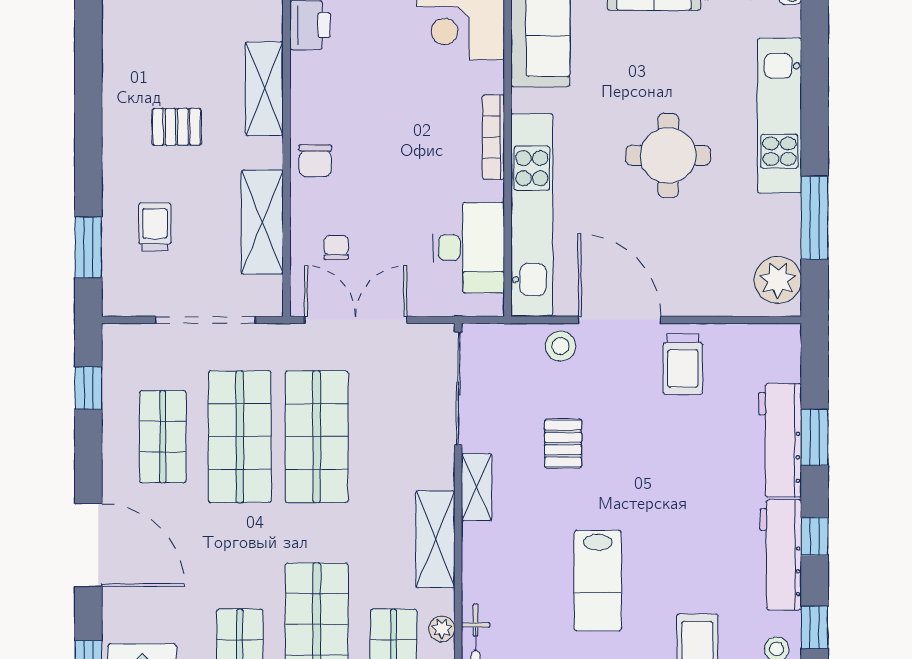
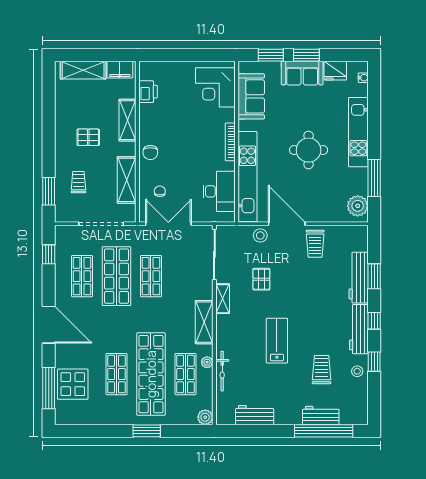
shop shelf: (317, 437) -> (151, 276), width x0.70, depth x0.74
lab bench: (598, 581) -> (277, 341), turned 180

